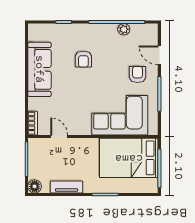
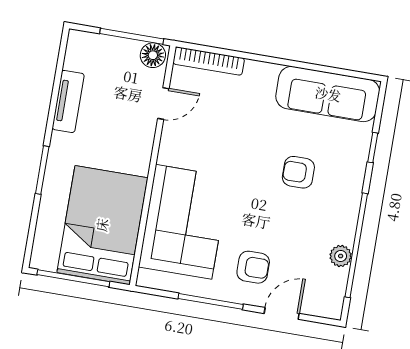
sofa: (39, 69) -> (328, 94), moved
bookcase: (33, 123) -> (209, 61), width x1.56
floor lamp: (35, 186) -> (153, 55), moved

